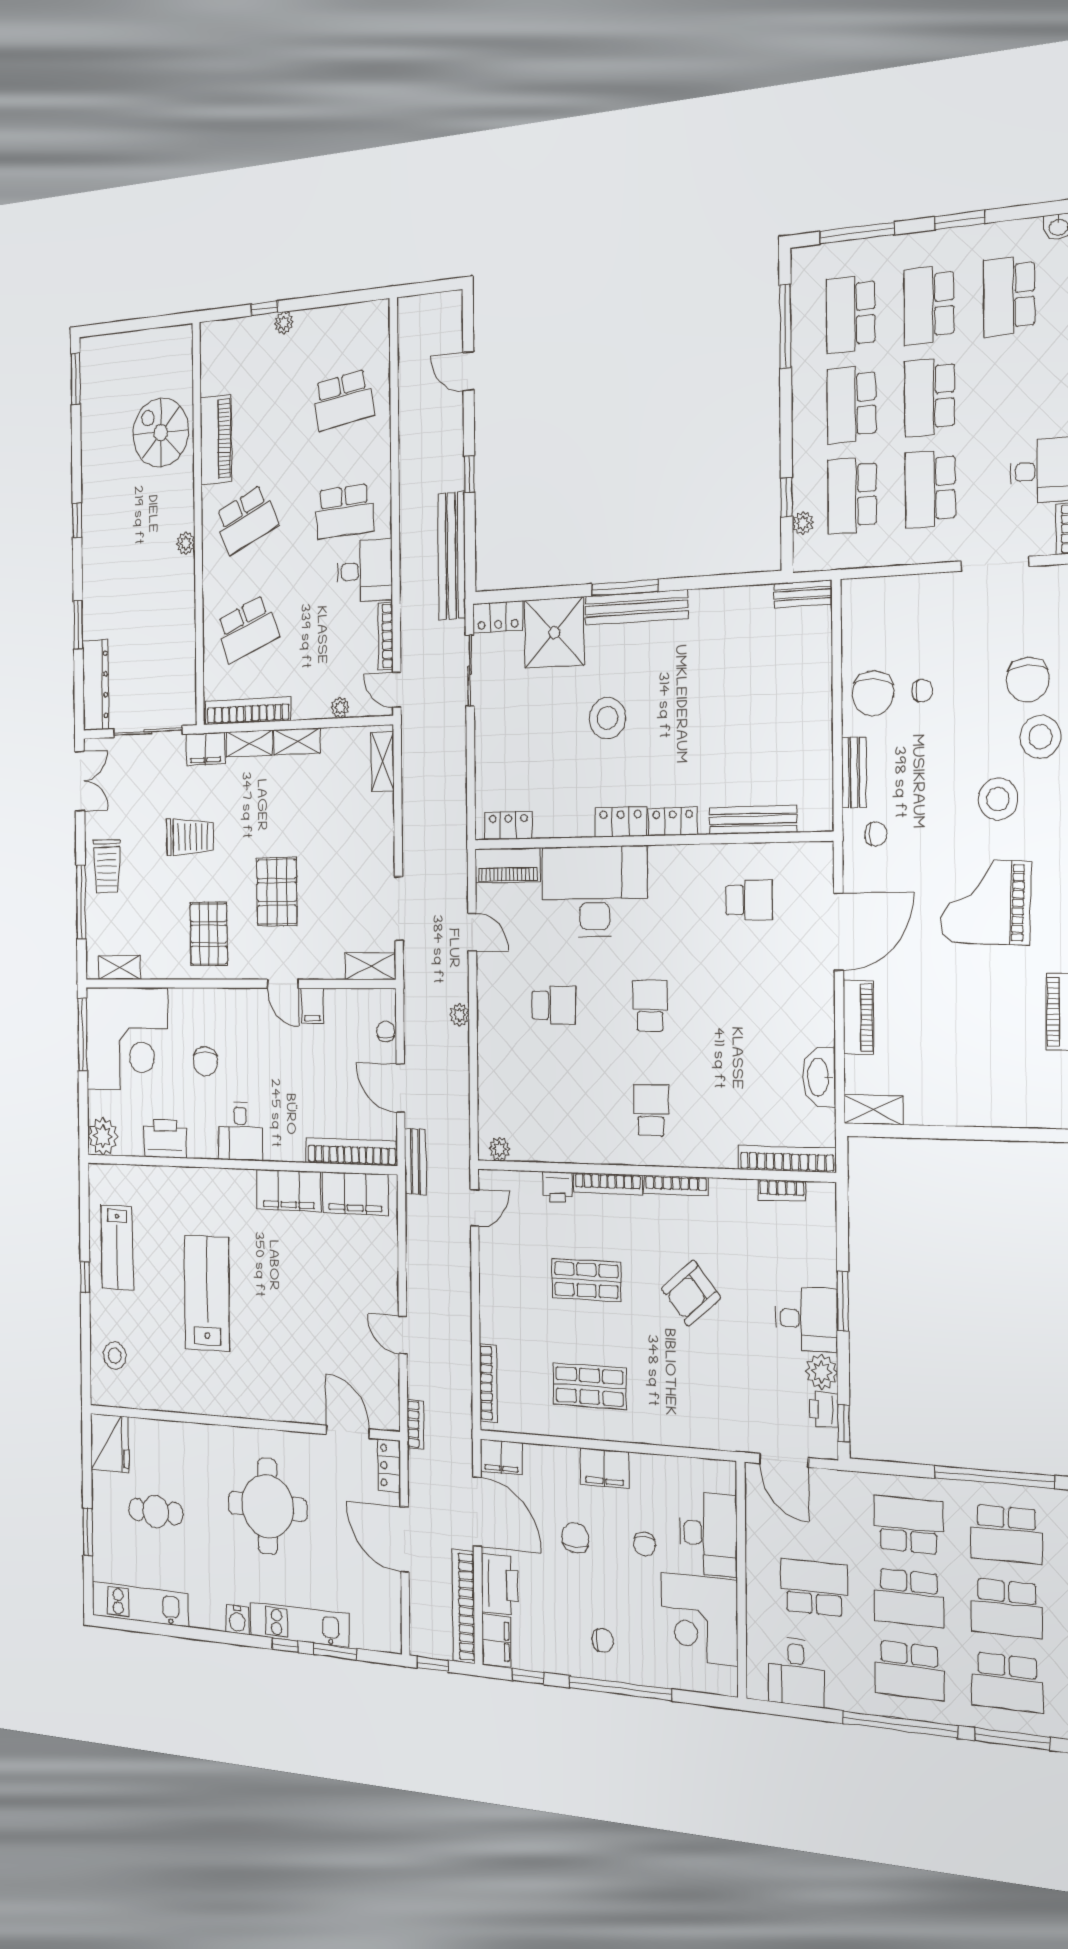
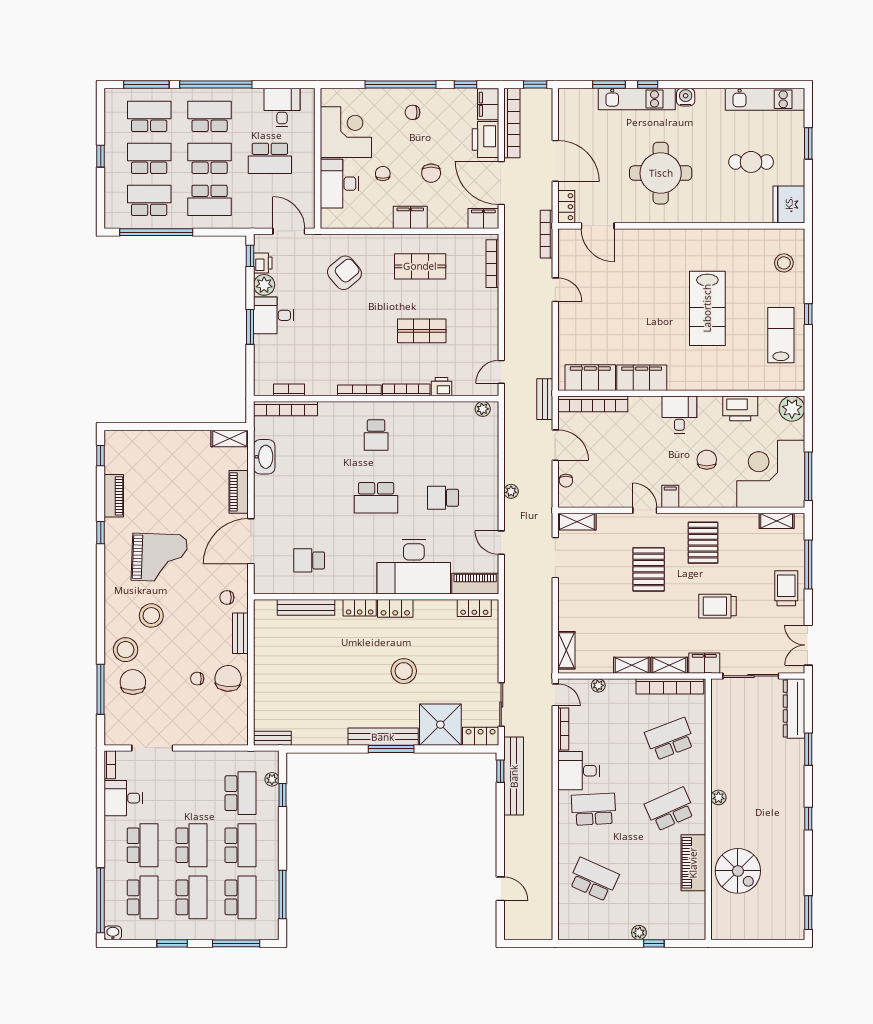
school desk: (343, 400) -> (594, 879), turned 33
window: (469, 474) -> (500, 771), moved
school desk: (930, 489) -> (143, 845), moved
filing cabinet: (312, 1006) -> (670, 496), moved
school desk: (650, 1006) -> (376, 498), width x1.85
armchair: (691, 1293) -> (344, 273), moved
bookcase: (415, 1424) -> (546, 234), width x1.56

